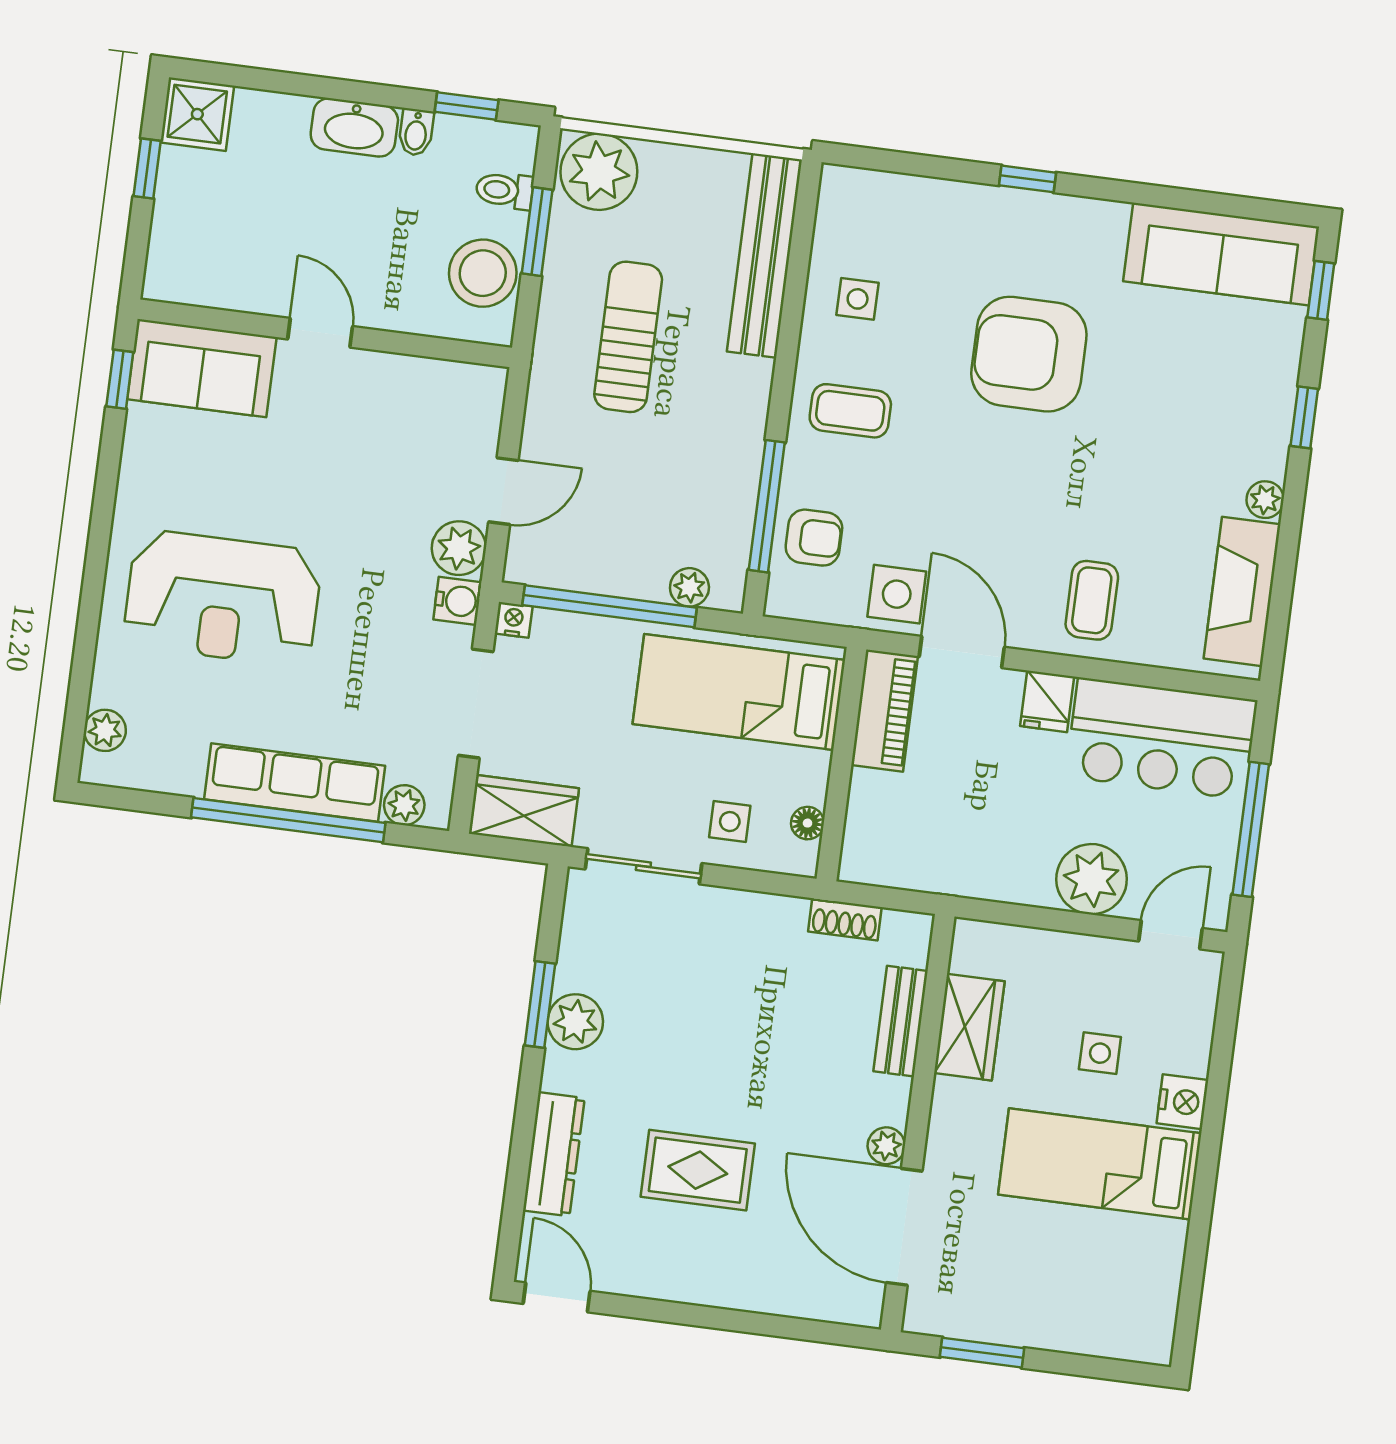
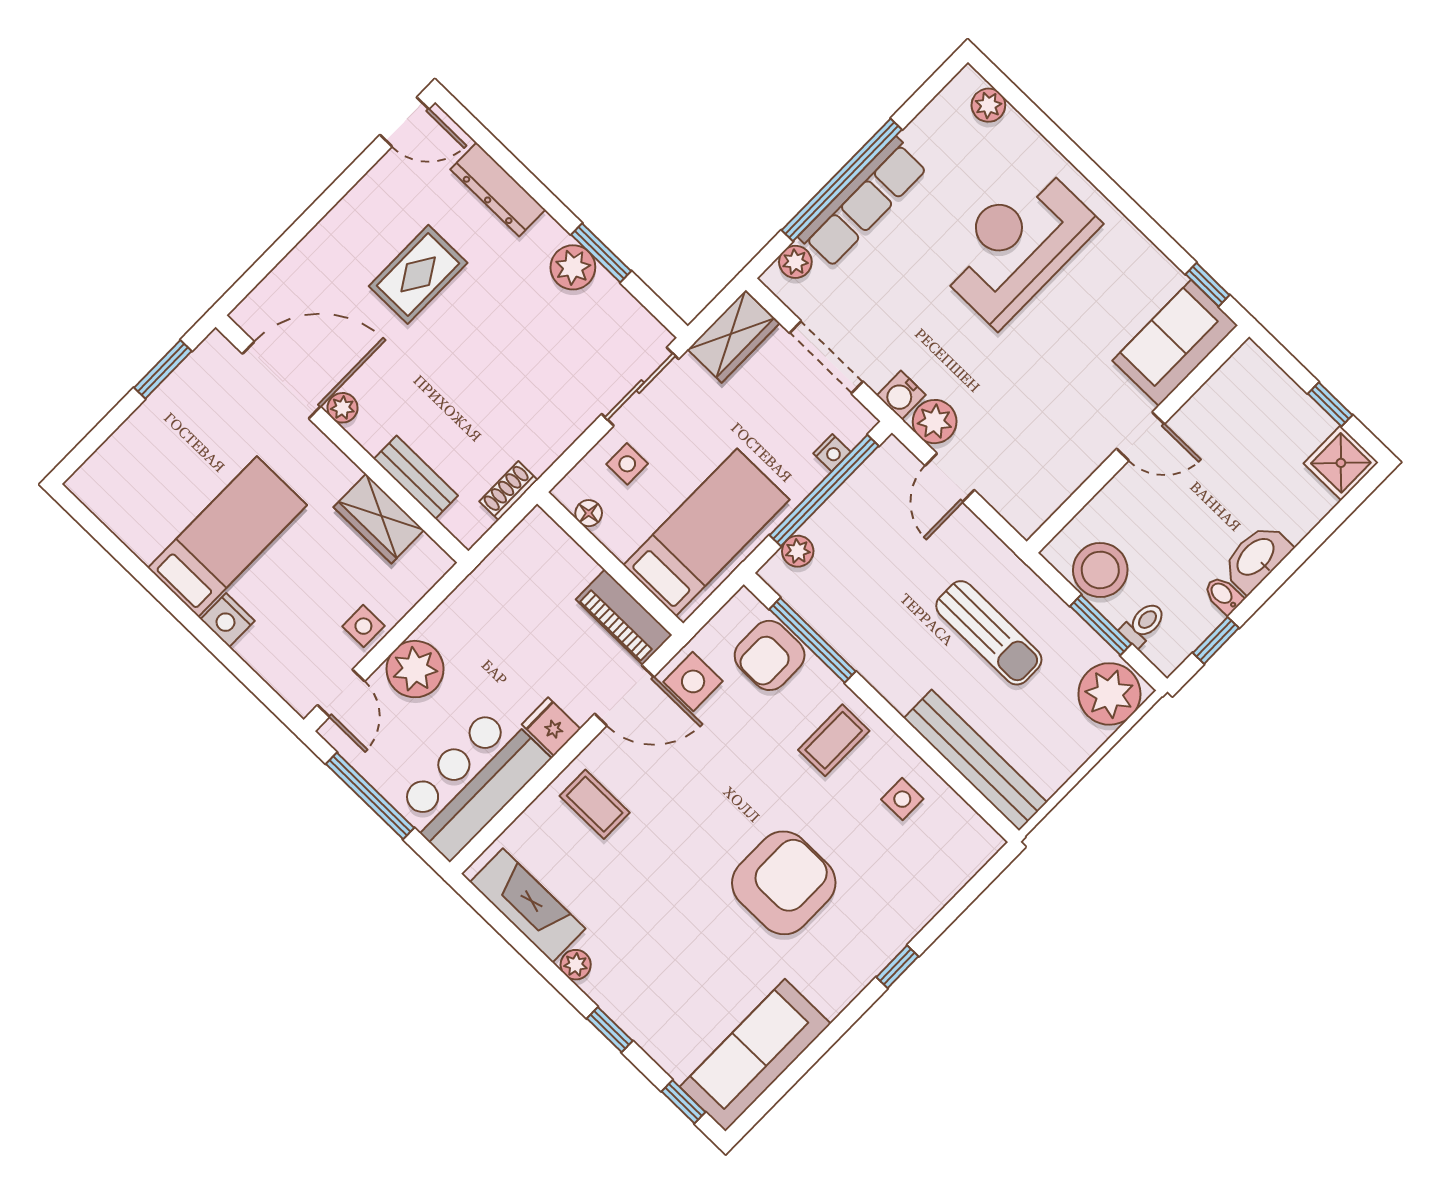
armchair: (814, 538) -> (770, 655), width x1.38, depth x1.38
nightstand: (514, 620) -> (832, 453), moved
side table: (1100, 1053) -> (363, 626), moved

